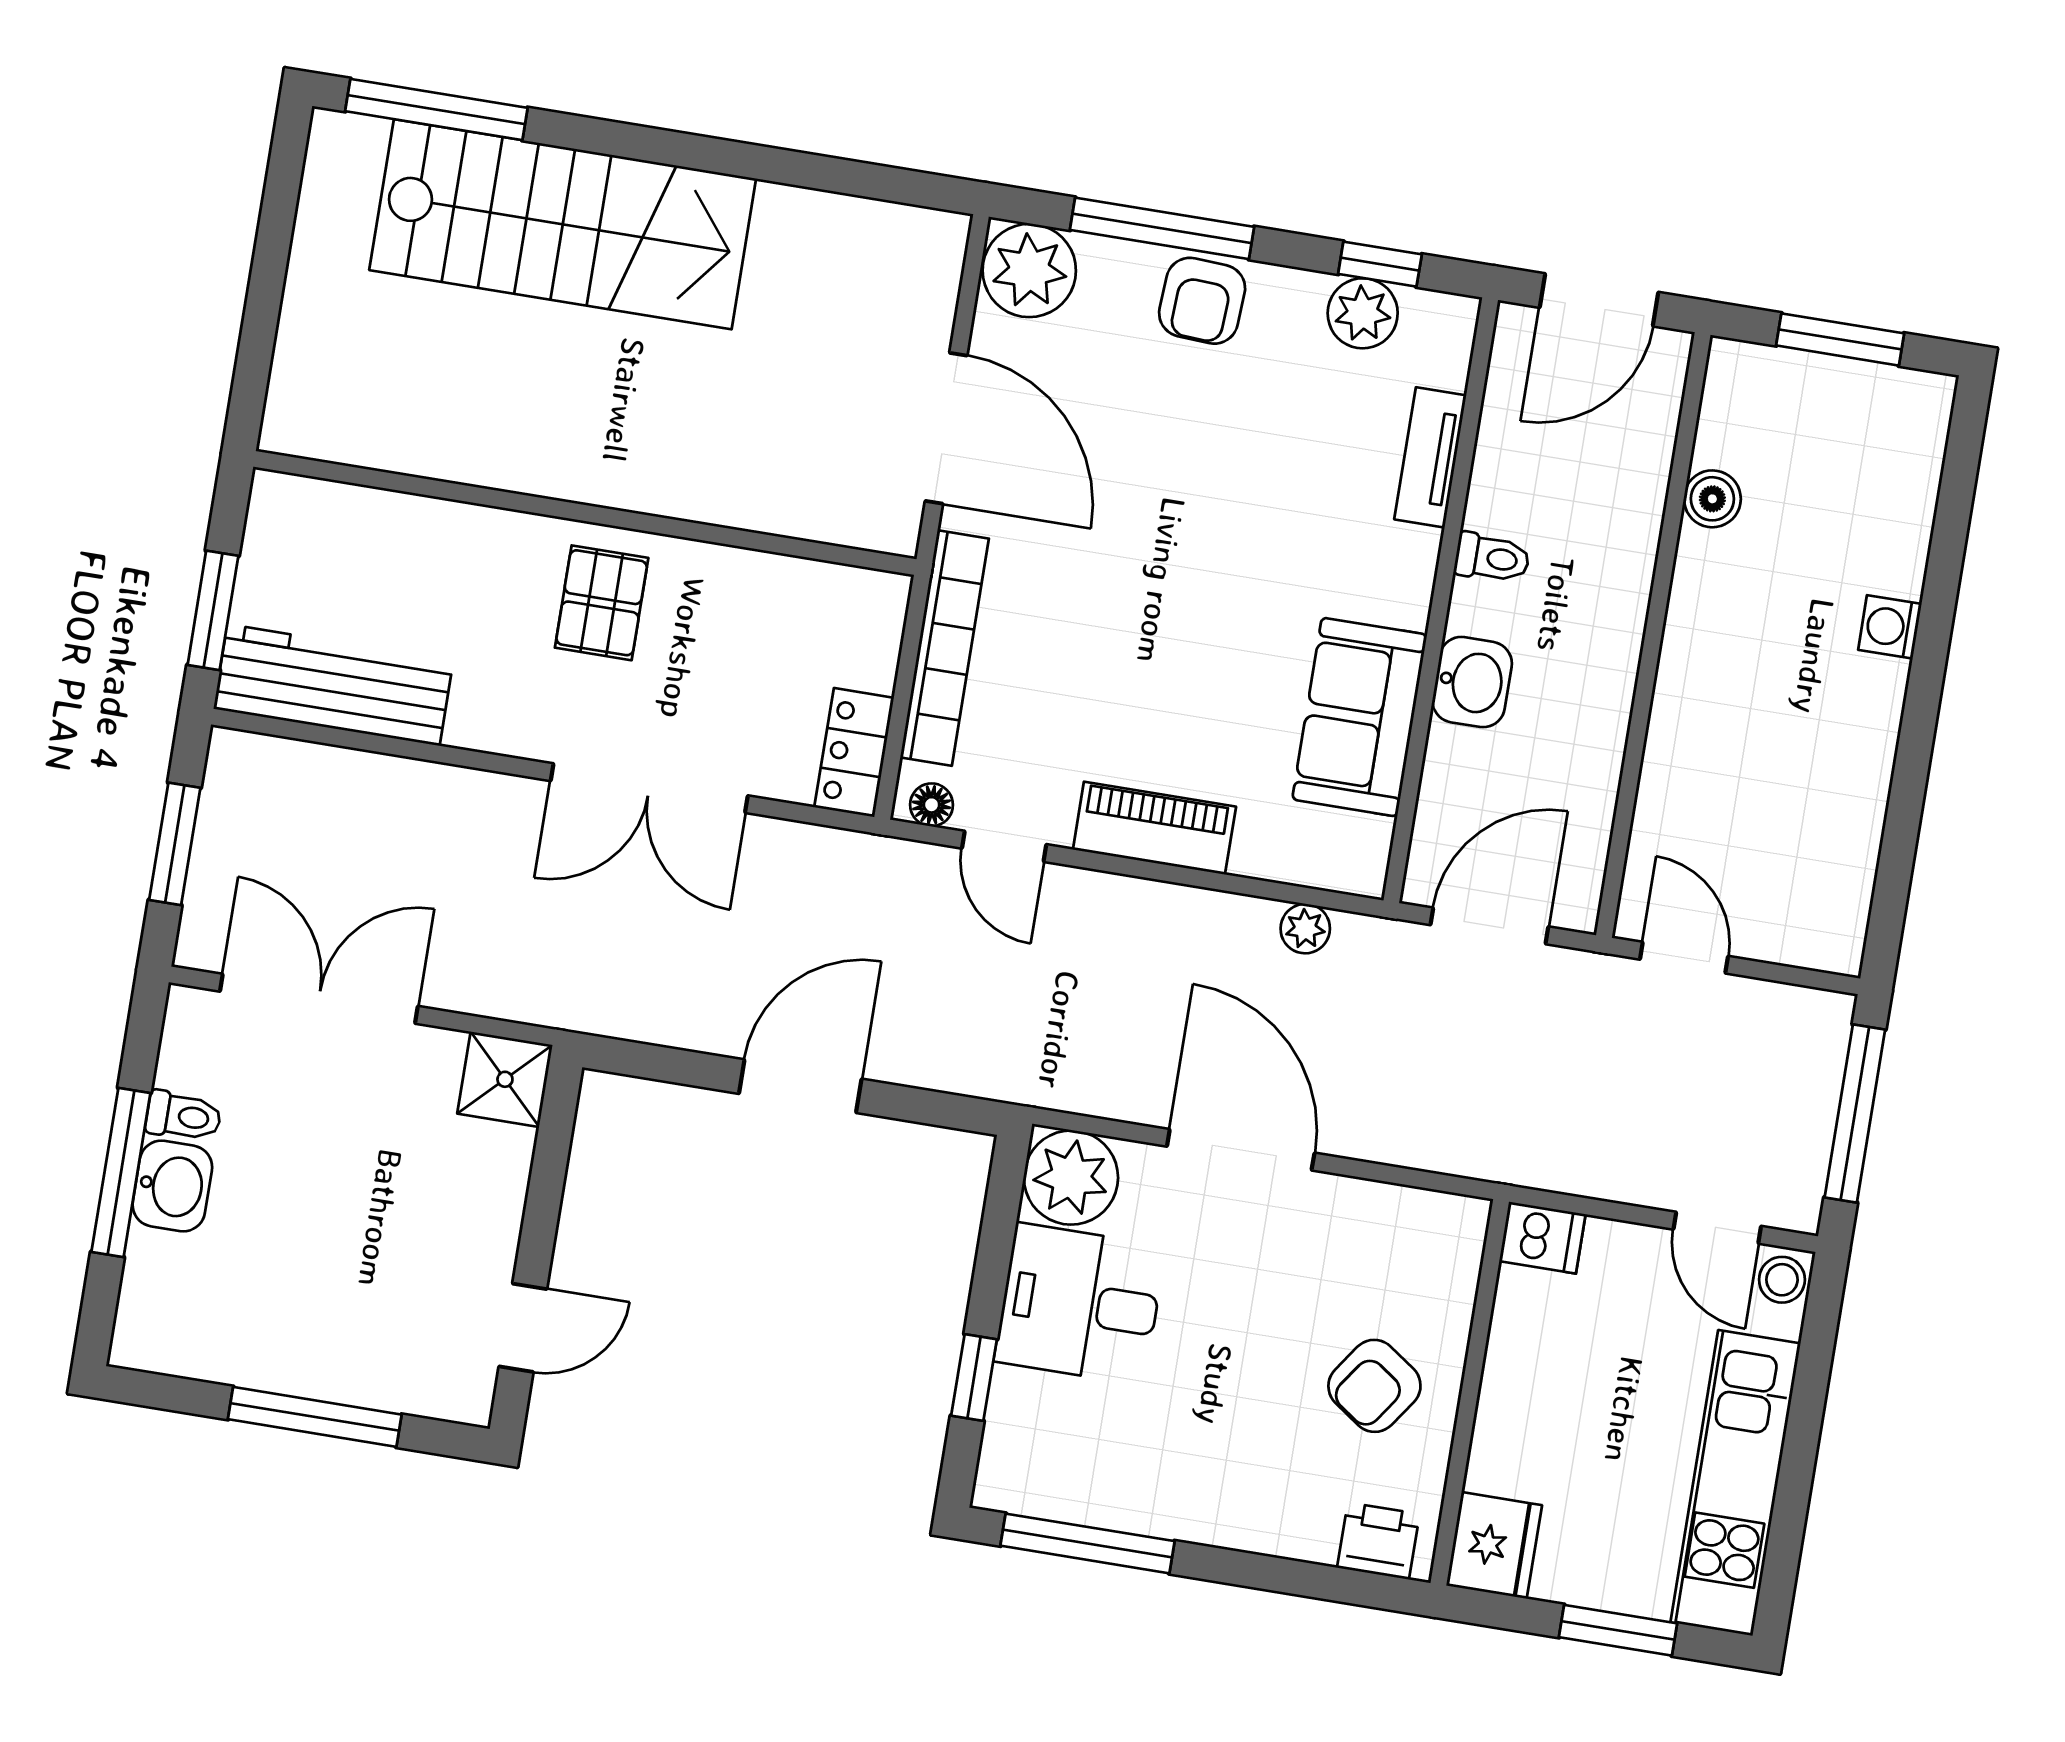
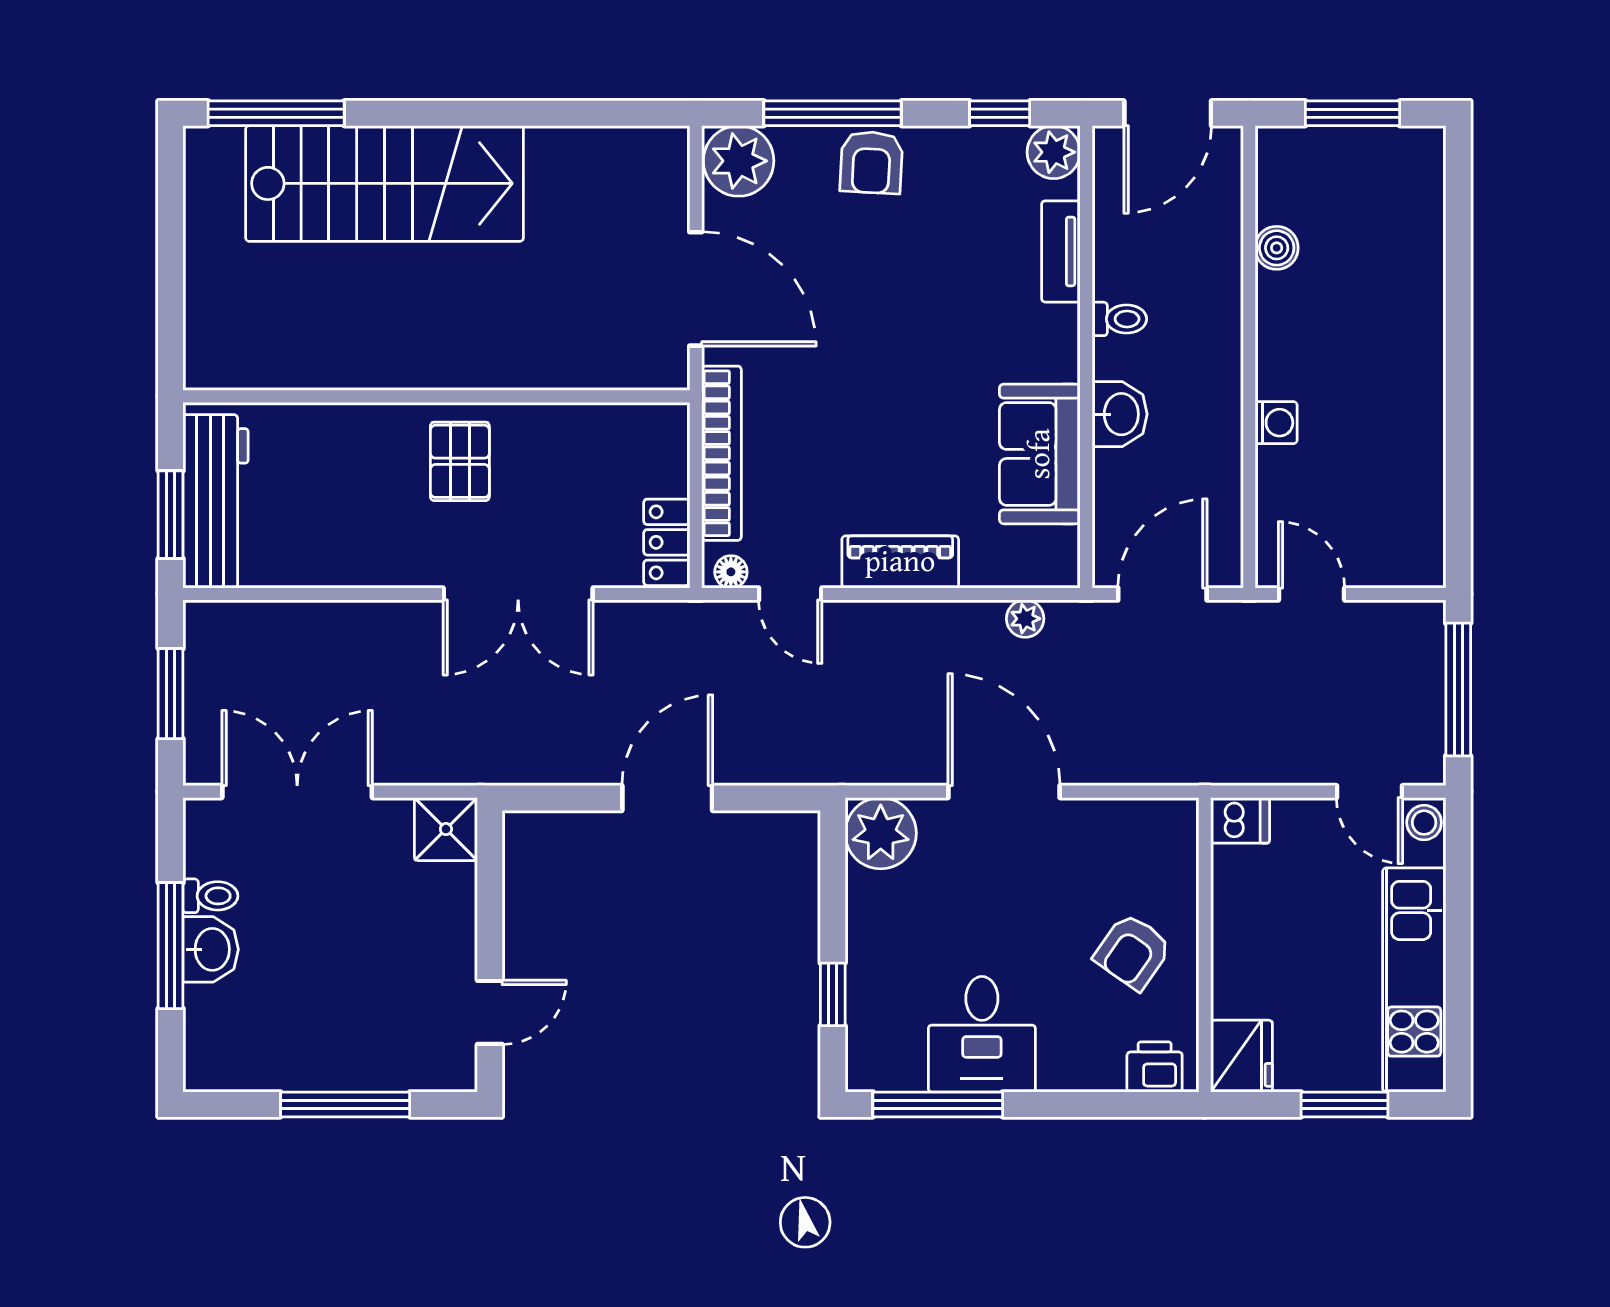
plant: (1363, 313) -> (1054, 152), moved
washing machine: (1890, 627) -> (1276, 423), moved, turned 180
workbench: (333, 685) -> (215, 501), moved, turned 90
desk: (1080, 1304) -> (982, 1034), moved, turned -90

